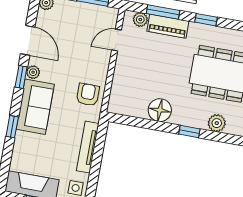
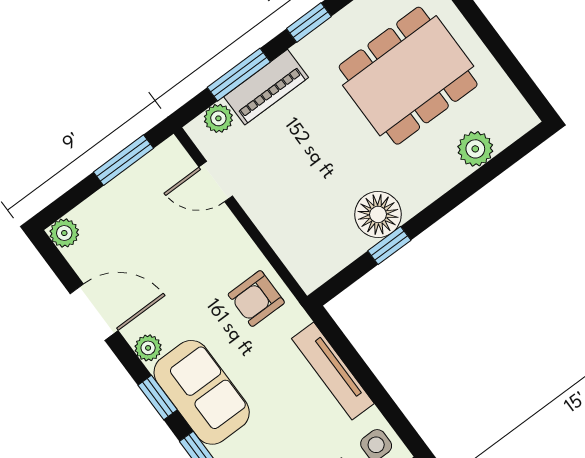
door: (116, 40) -> (216, 182), hinge flipped
window: (21, 77) -> (158, 397), moved
armchair: (88, 95) -> (256, 299), turned -90
window: (189, 132) -> (389, 246), moved

